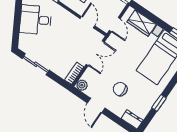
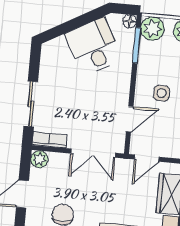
sliding door: (36, 64) -> (31, 104), moved

